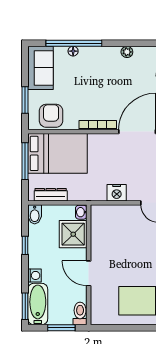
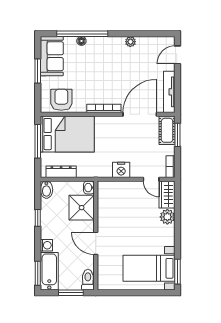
window: (25, 100) -> (38, 71), moved

